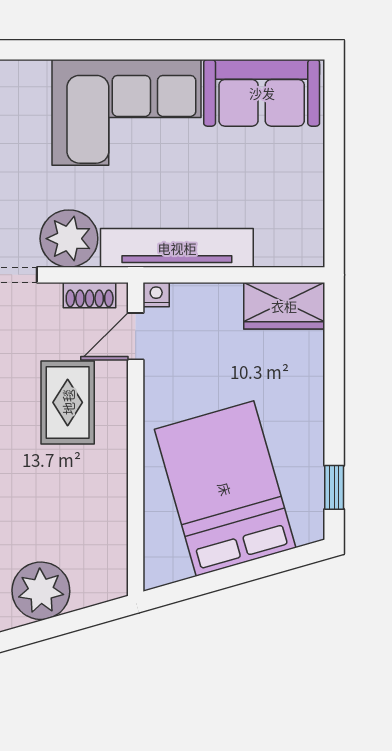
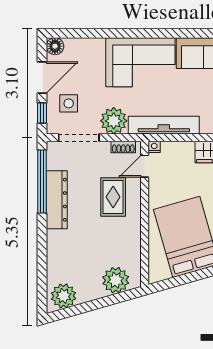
plant: (41, 591) -> (116, 280), moved

